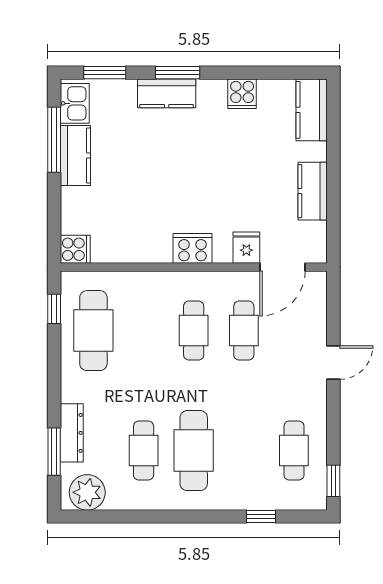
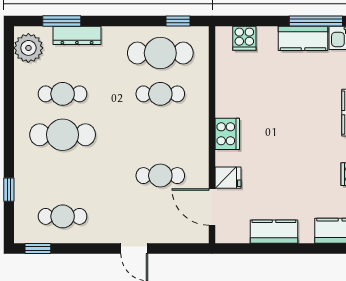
cooker: (75, 249) -> (244, 38), moved
cafe table: (194, 331) -> (160, 94), moved

